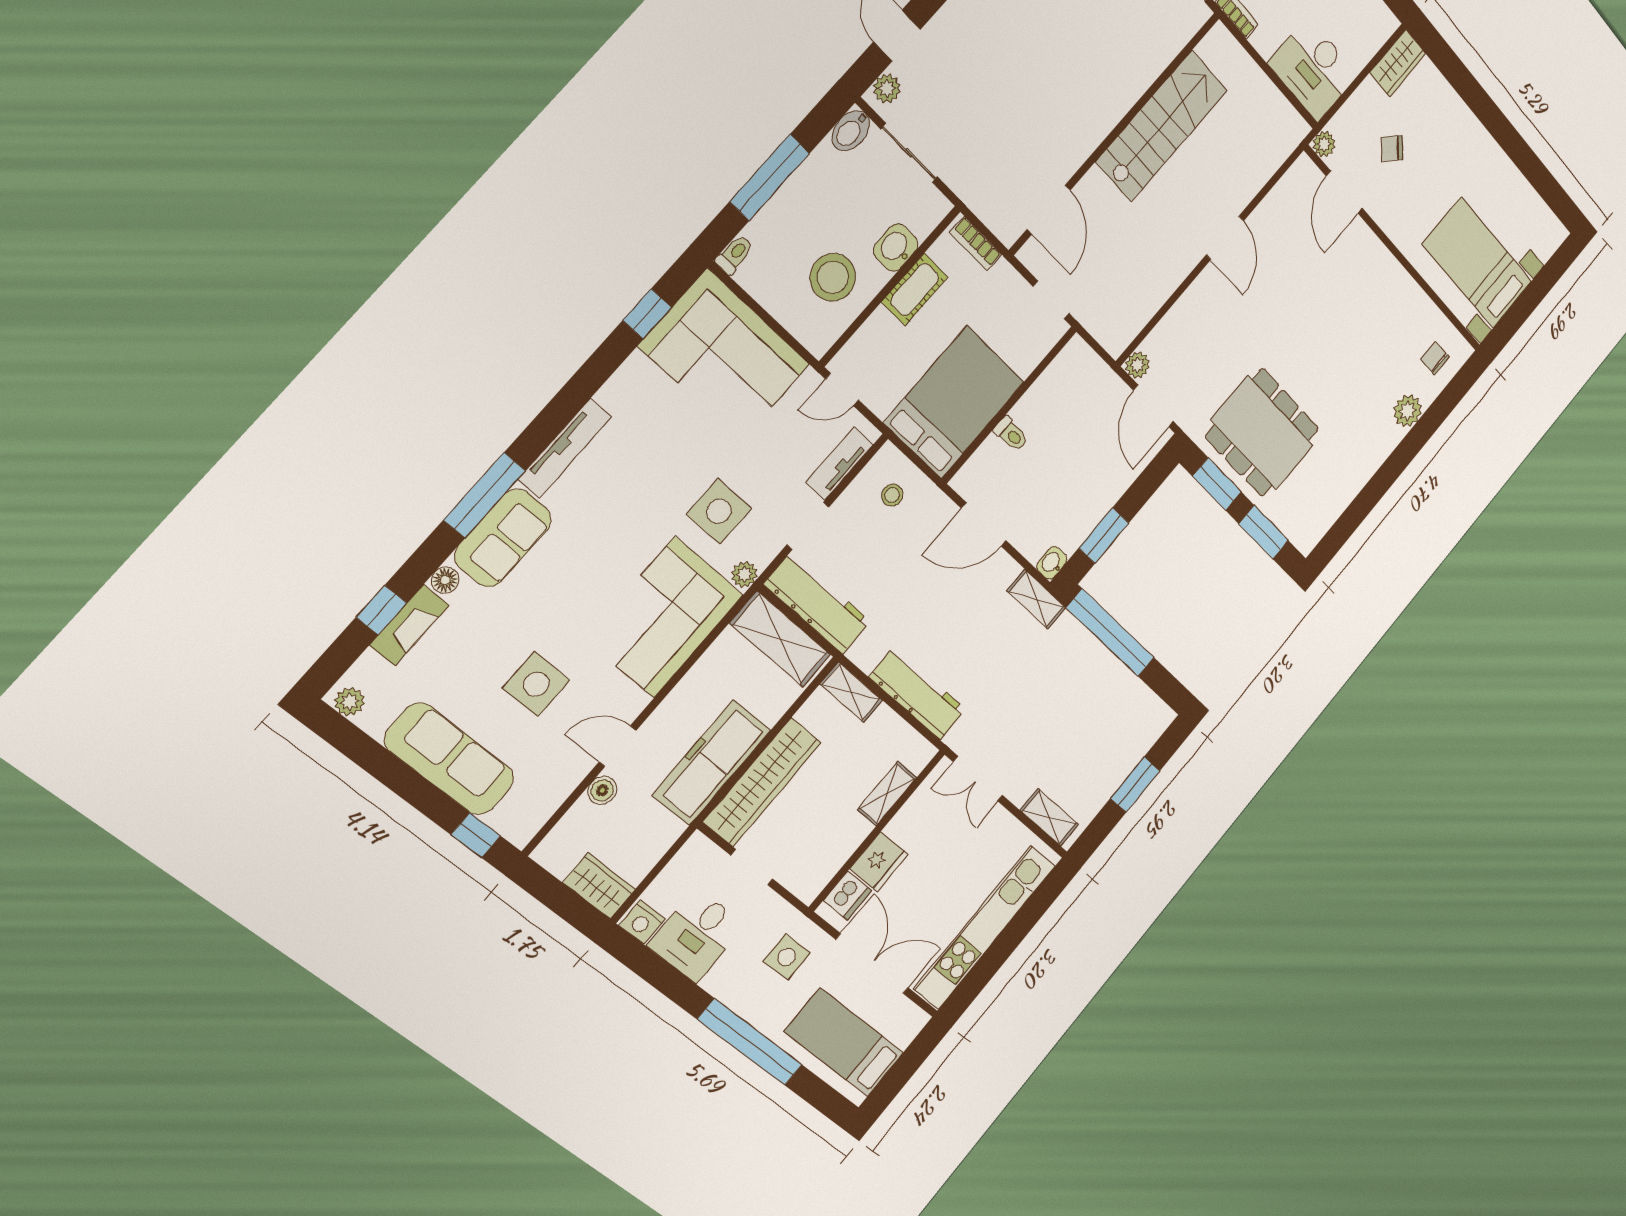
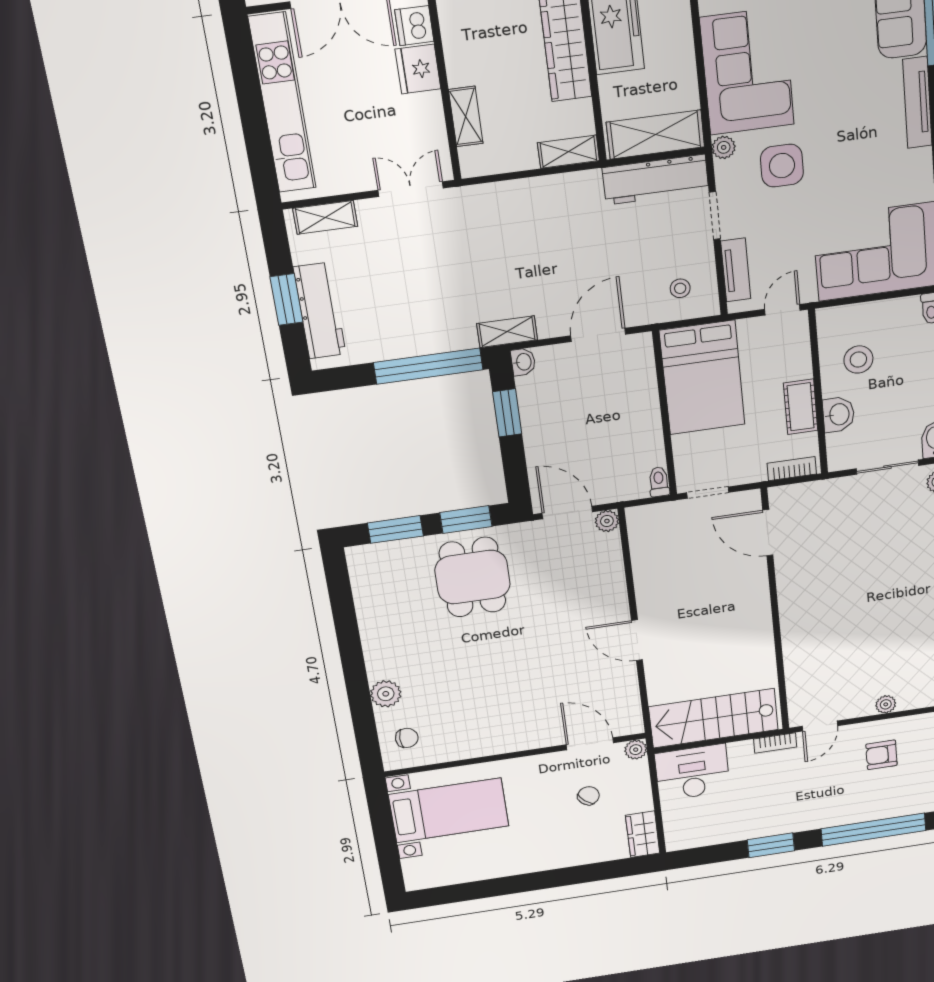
stairs: (1162, 126) -> (714, 718), moved, turned 90
stool: (833, 277) -> (858, 360), width x0.73, depth x0.73
dining table: (1262, 433) -> (473, 577), width x0.73
toilet: (1011, 434) -> (659, 482), moved, turned 90
workbench: (918, 693) -> (320, 311), moved, turned -90

